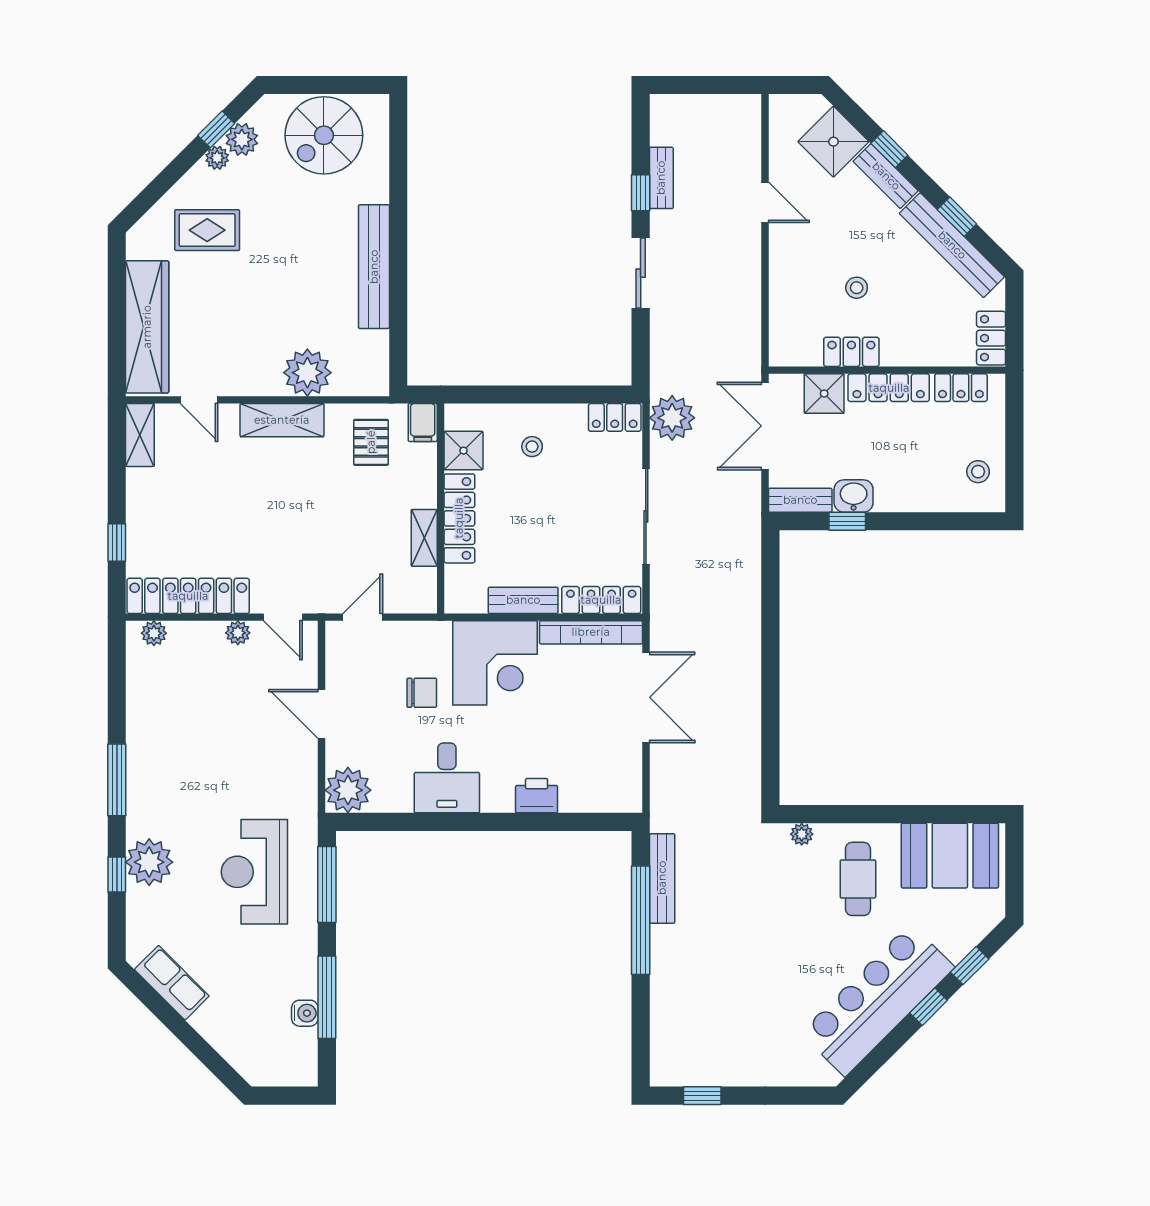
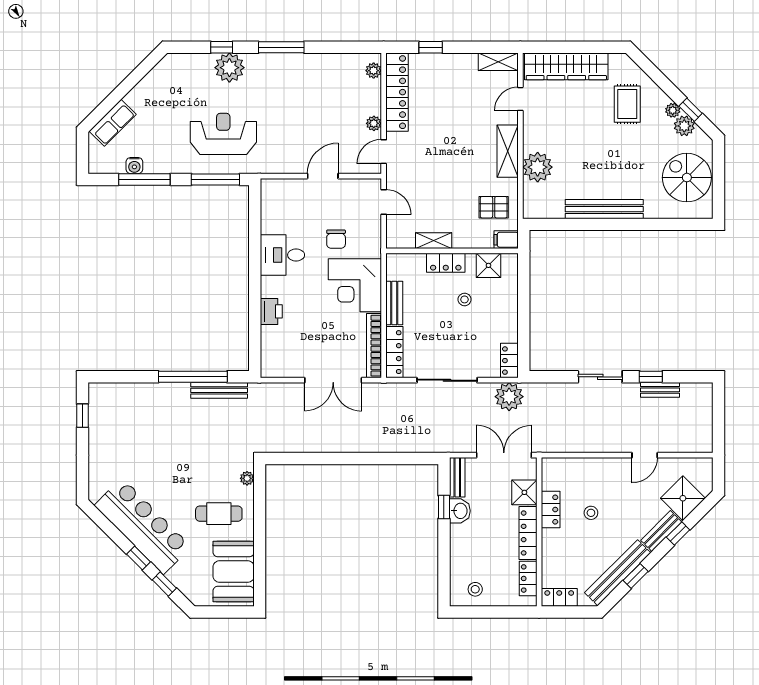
stool: (532, 447) -> (465, 299), moved
locker: (459, 518) -> (446, 263), width x0.66
plant: (348, 790) -> (275, 193), removed
row of seats: (172, 983) -> (113, 123), moved

